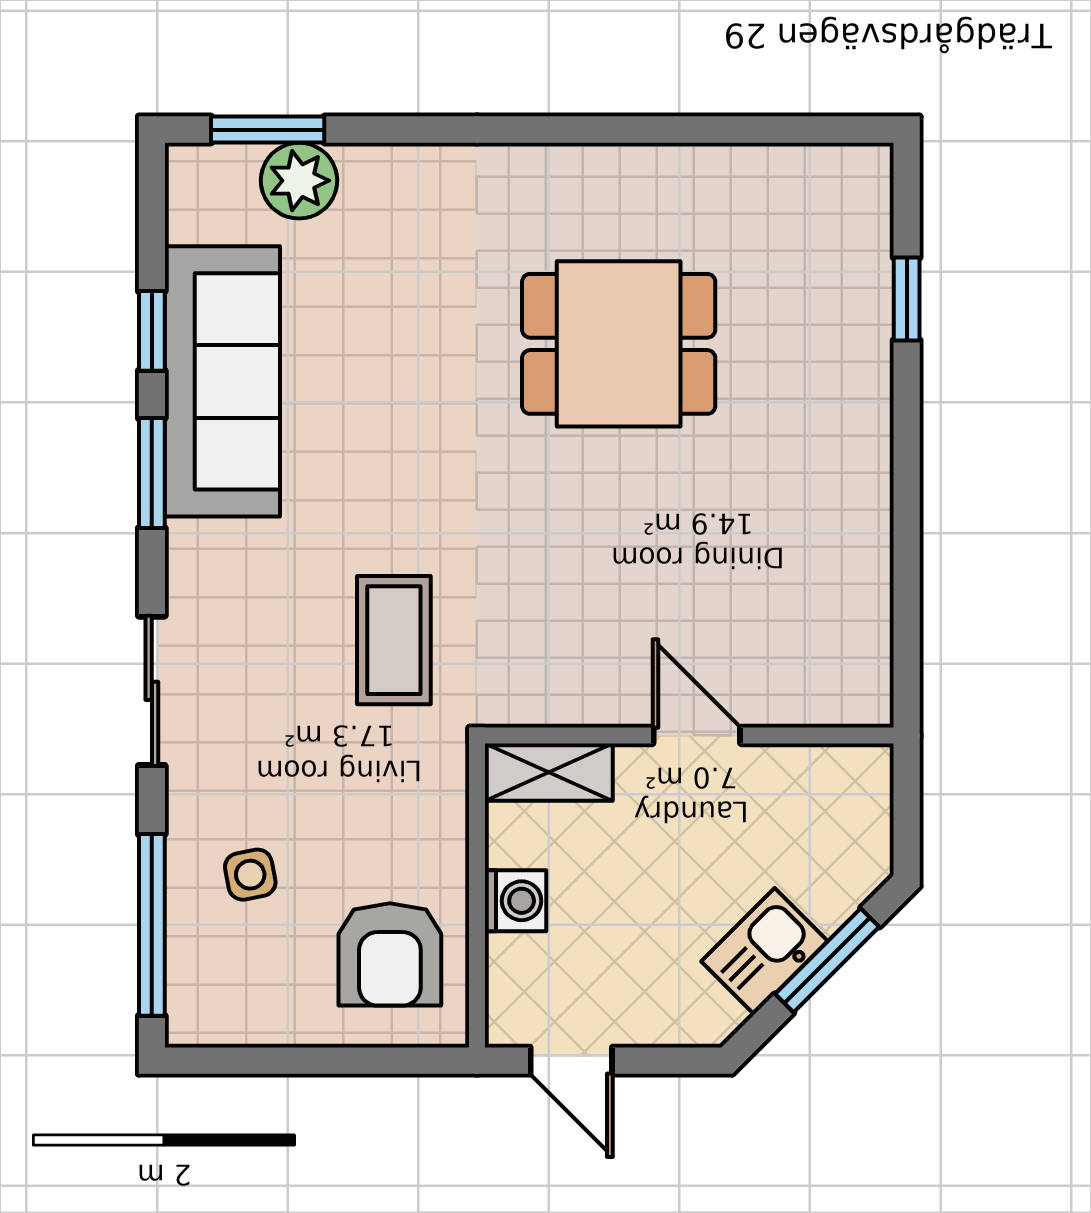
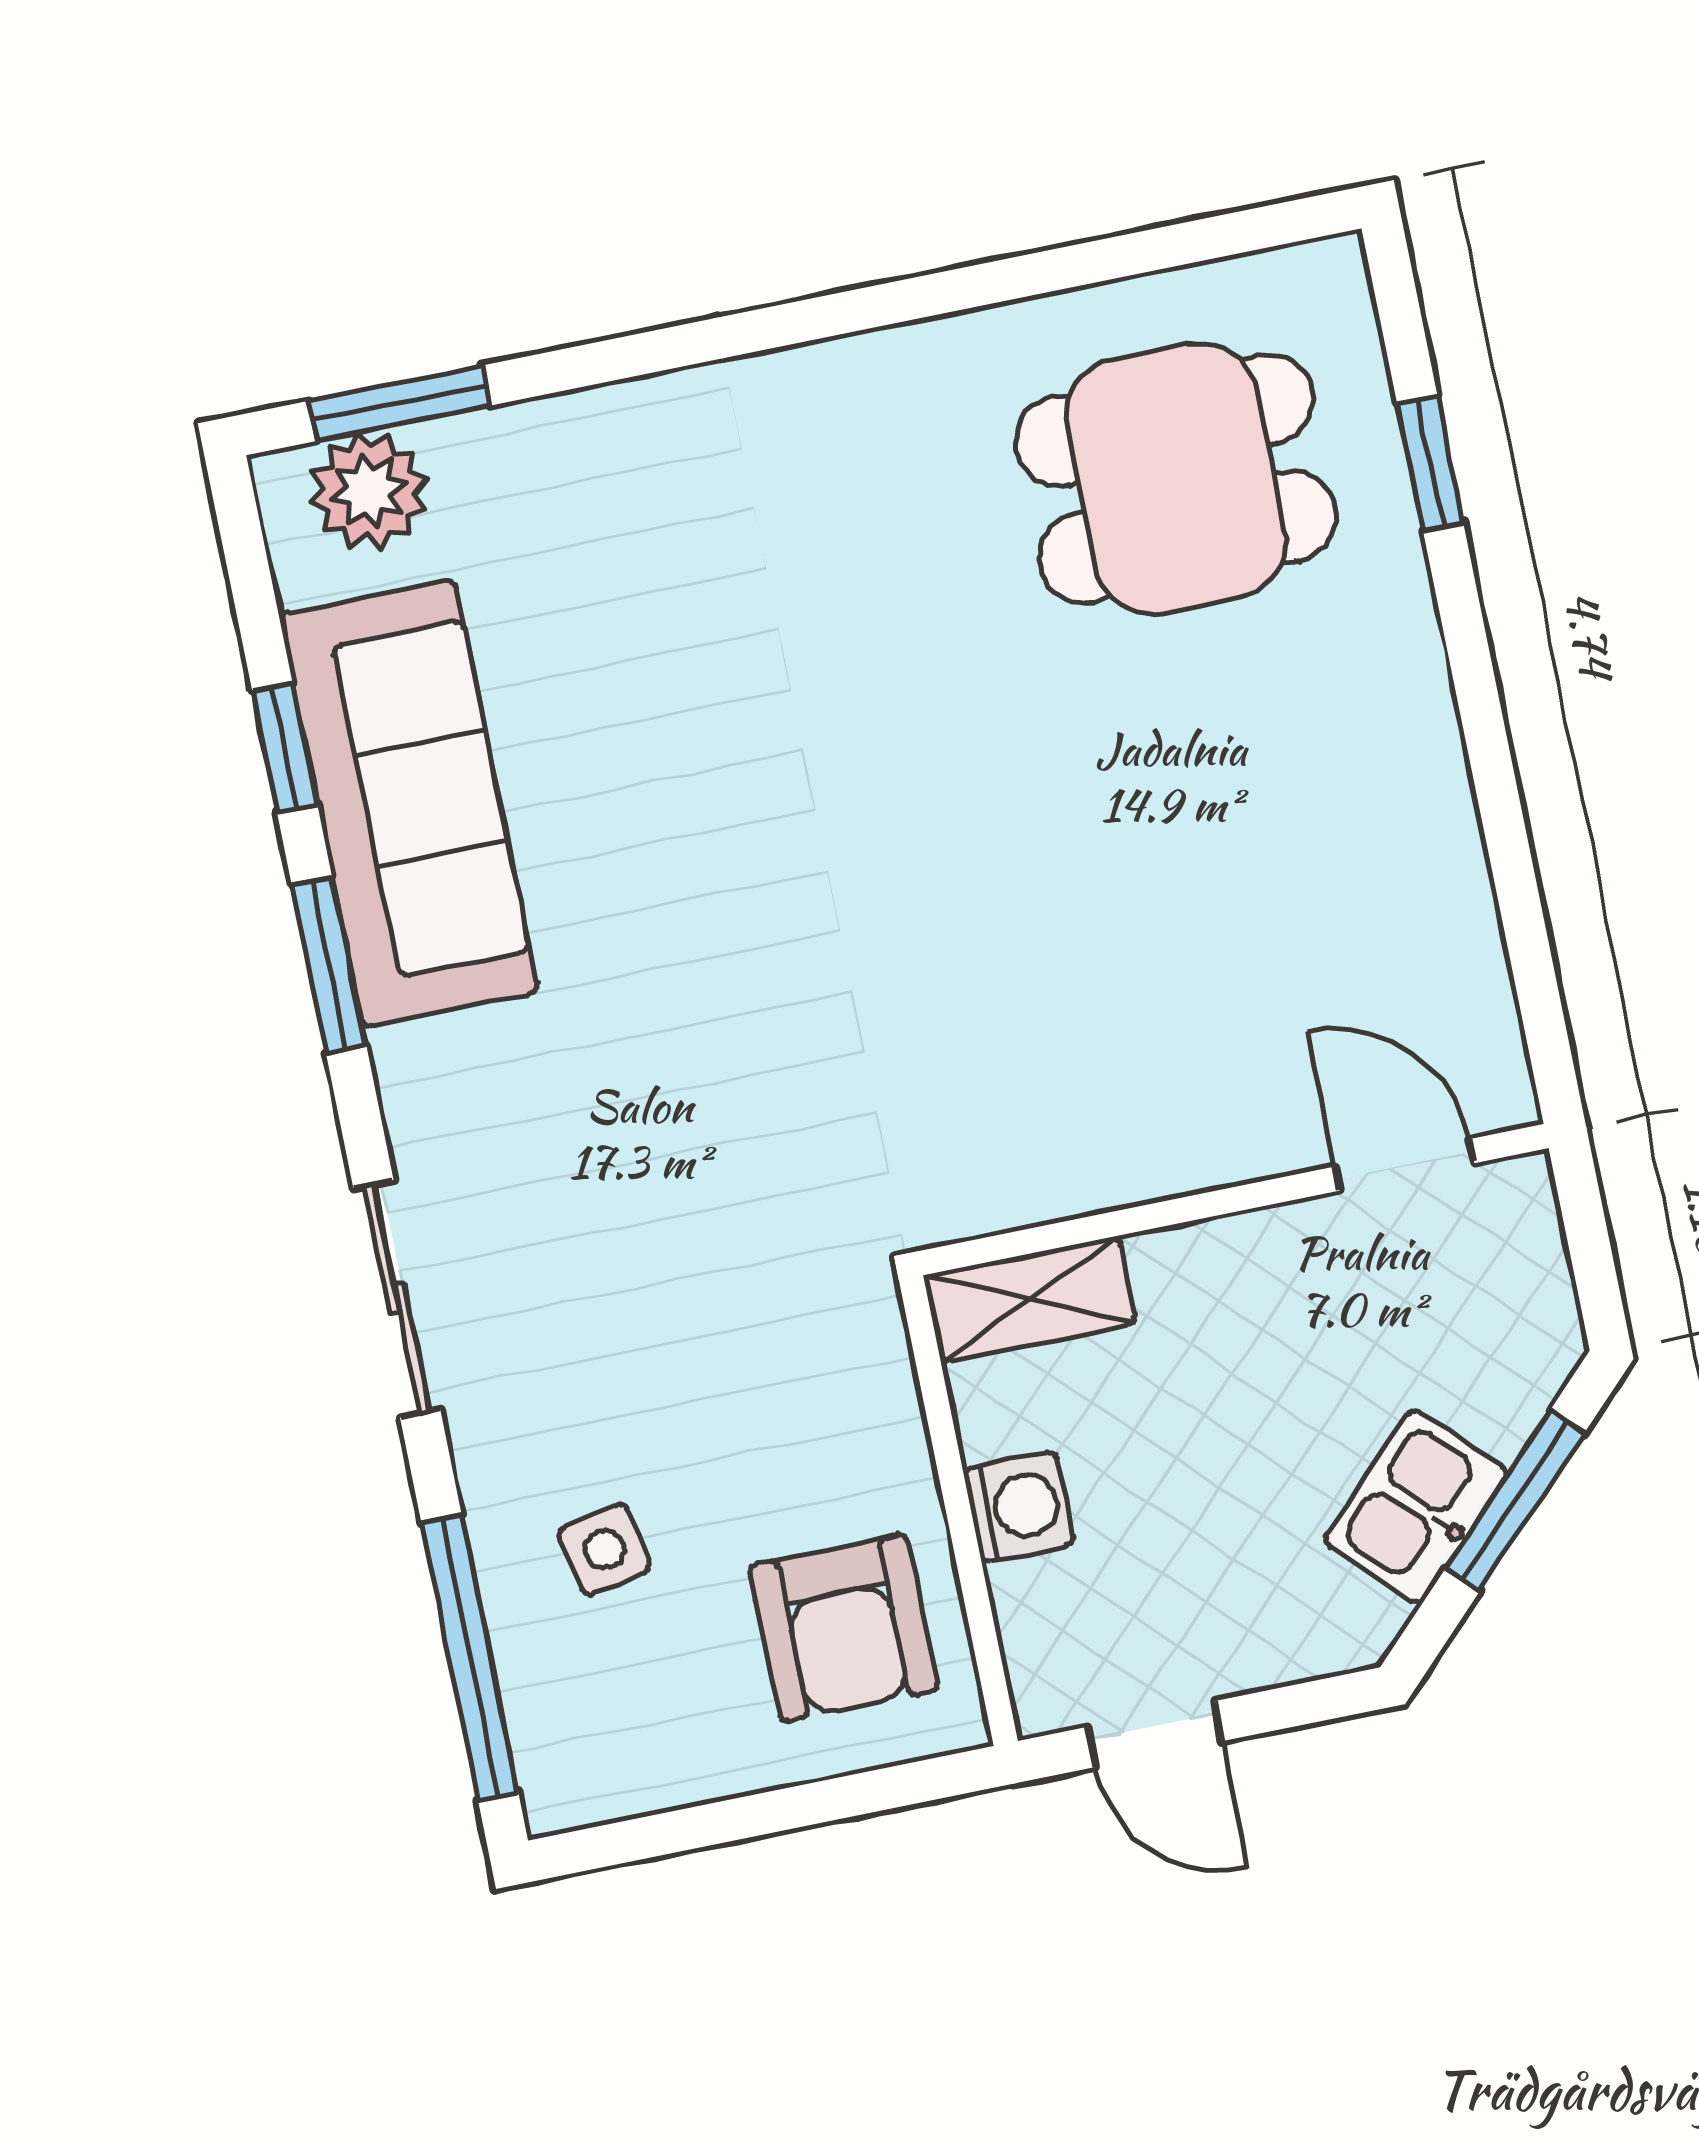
plant: (299, 181) -> (369, 491), moved
dining table: (619, 344) -> (1176, 478), moved
coffee table: (394, 640) -> (752, 1146), removed
door: (697, 735) -> (1405, 1165), moved

